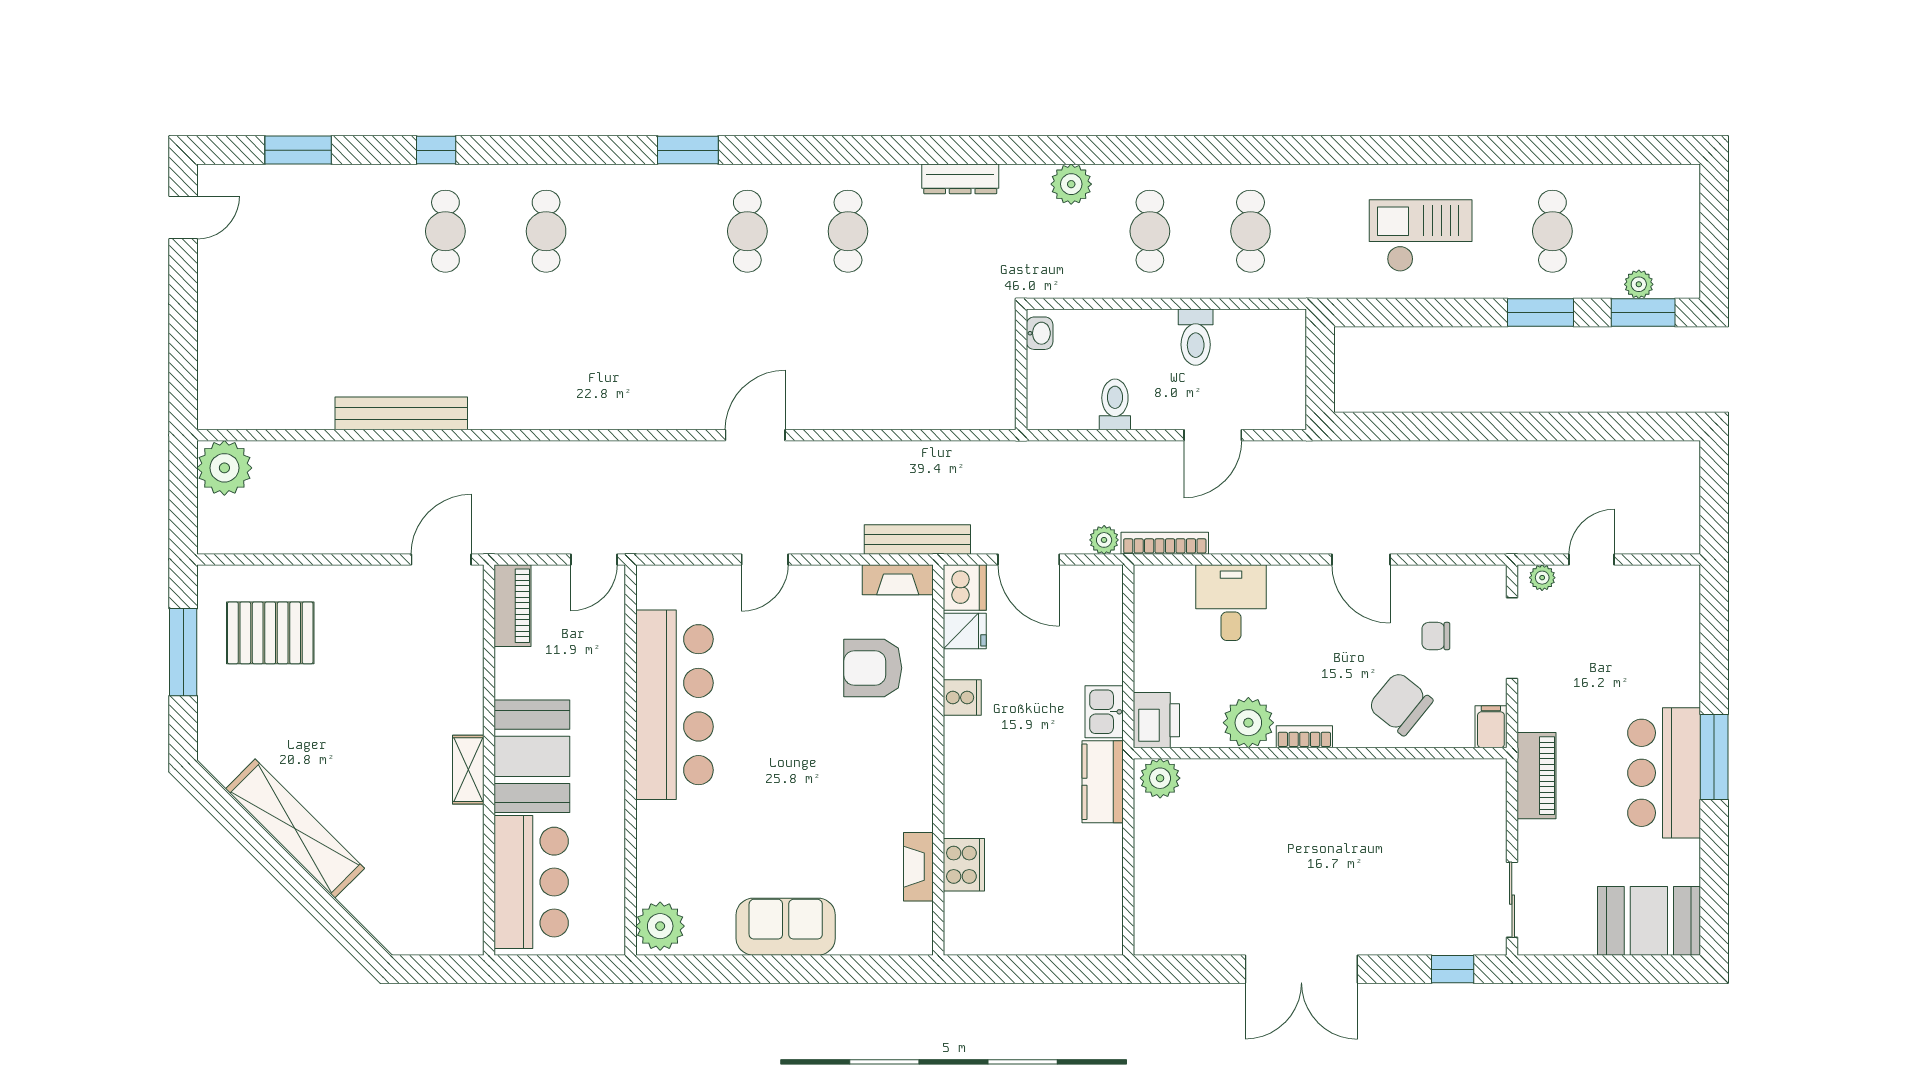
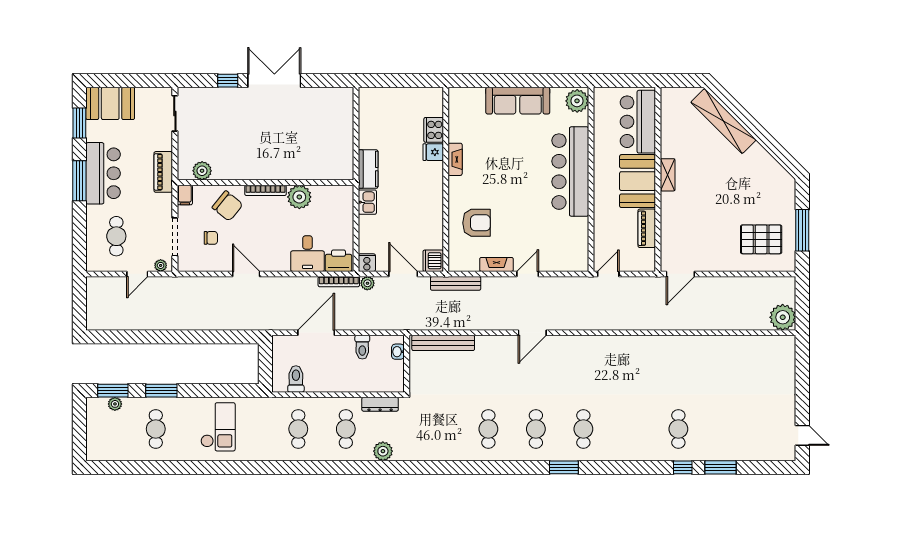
window: (298, 150) -> (720, 467), moved
dresser: (960, 179) -> (380, 404), moved, turned 180
door: (183, 218) -> (802, 435), swing flipped
cafe table: (546, 231) -> (583, 429), moved
checkout: (1421, 236) -> (218, 427), turned -90
washbasin: (1040, 333) -> (398, 352), moved
toilet: (1196, 337) -> (296, 379), moved
bench: (401, 413) -> (443, 343), moved
door: (1213, 435) -> (316, 333), width x1.36
fireplace: (898, 580) -> (496, 264), moved
piano: (512, 606) -> (647, 228), moved
fridge: (965, 631) -> (433, 152), moved
cafe table: (1636, 640) -> (116, 236), added
cooker: (962, 698) -> (367, 263), moved, turned 90
bar counter: (674, 705) -> (570, 172), moved
printer: (1156, 720) -> (339, 261), moved, turned 90
bookcase: (1304, 737) -> (265, 190), width x1.56
plant: (1160, 778) -> (202, 171), moved
shelving: (295, 829) -> (723, 121), moved
fireplace: (918, 867) -> (455, 159), moved
window: (1714, 879) -> (79, 123), added
sofa: (786, 927) -> (518, 101), width x1.36
window: (1453, 969) -> (228, 81), moved

